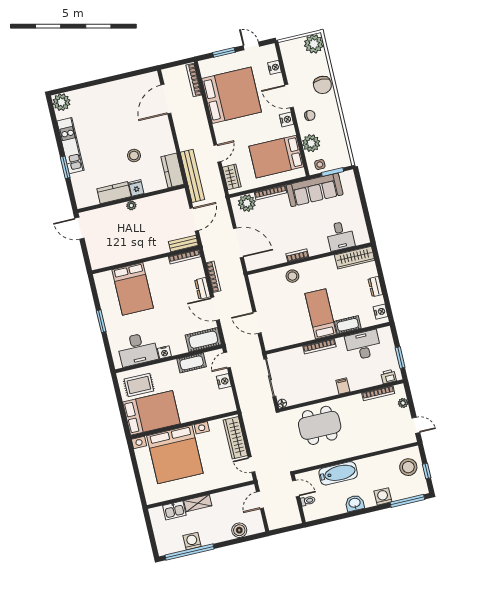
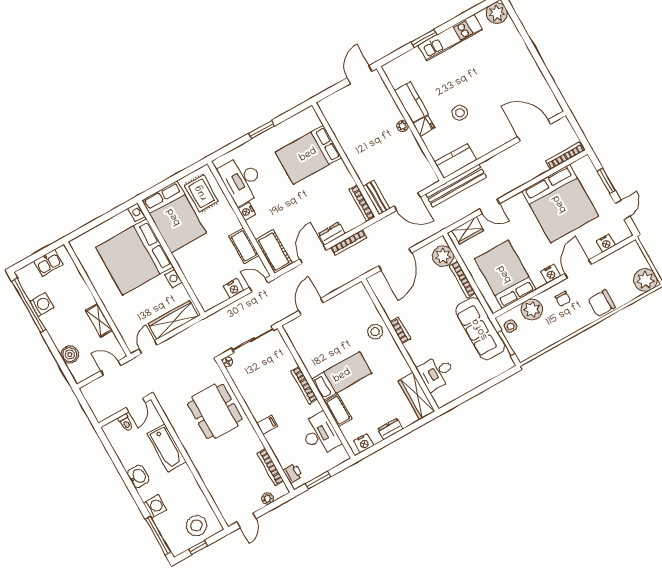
shelving: (198, 503) -> (99, 320), moved
kitchen sink: (174, 510) -> (49, 263), moved, turned -90

